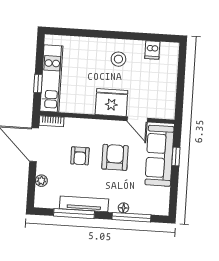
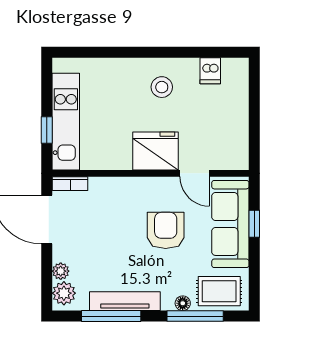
armchair: (80, 156) -> (115, 232), removed
plant: (43, 196) -> (64, 293), added
rug: (149, 201) -> (219, 291), added

